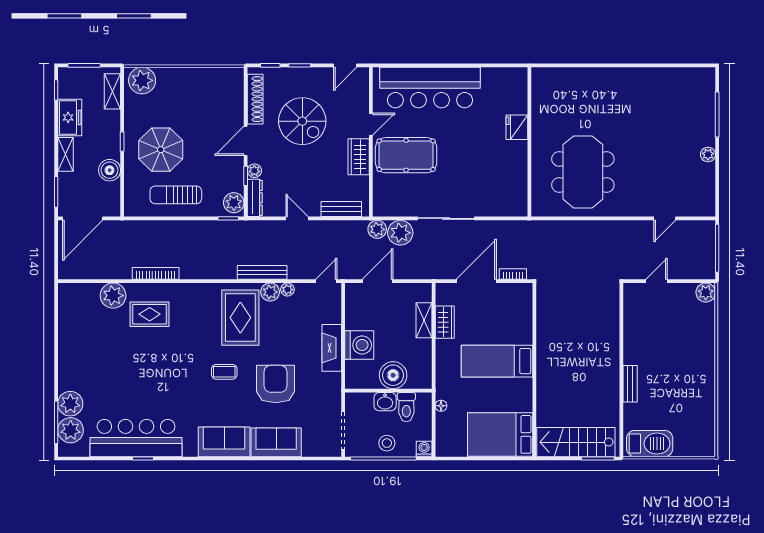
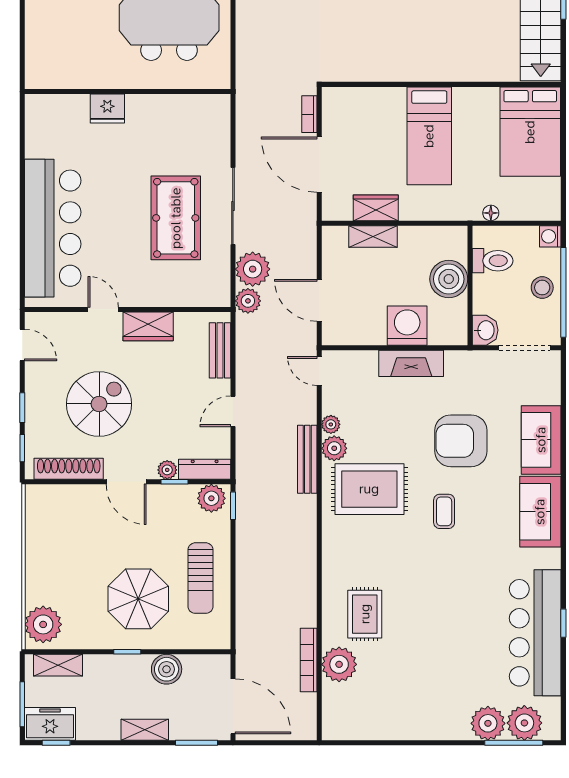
freezer: (70, 117) -> (50, 724), moved
pool table: (406, 155) -> (176, 218), moved
bookcase: (156, 273) -> (309, 660), moved
washbasin: (385, 402) -> (485, 330), moved

